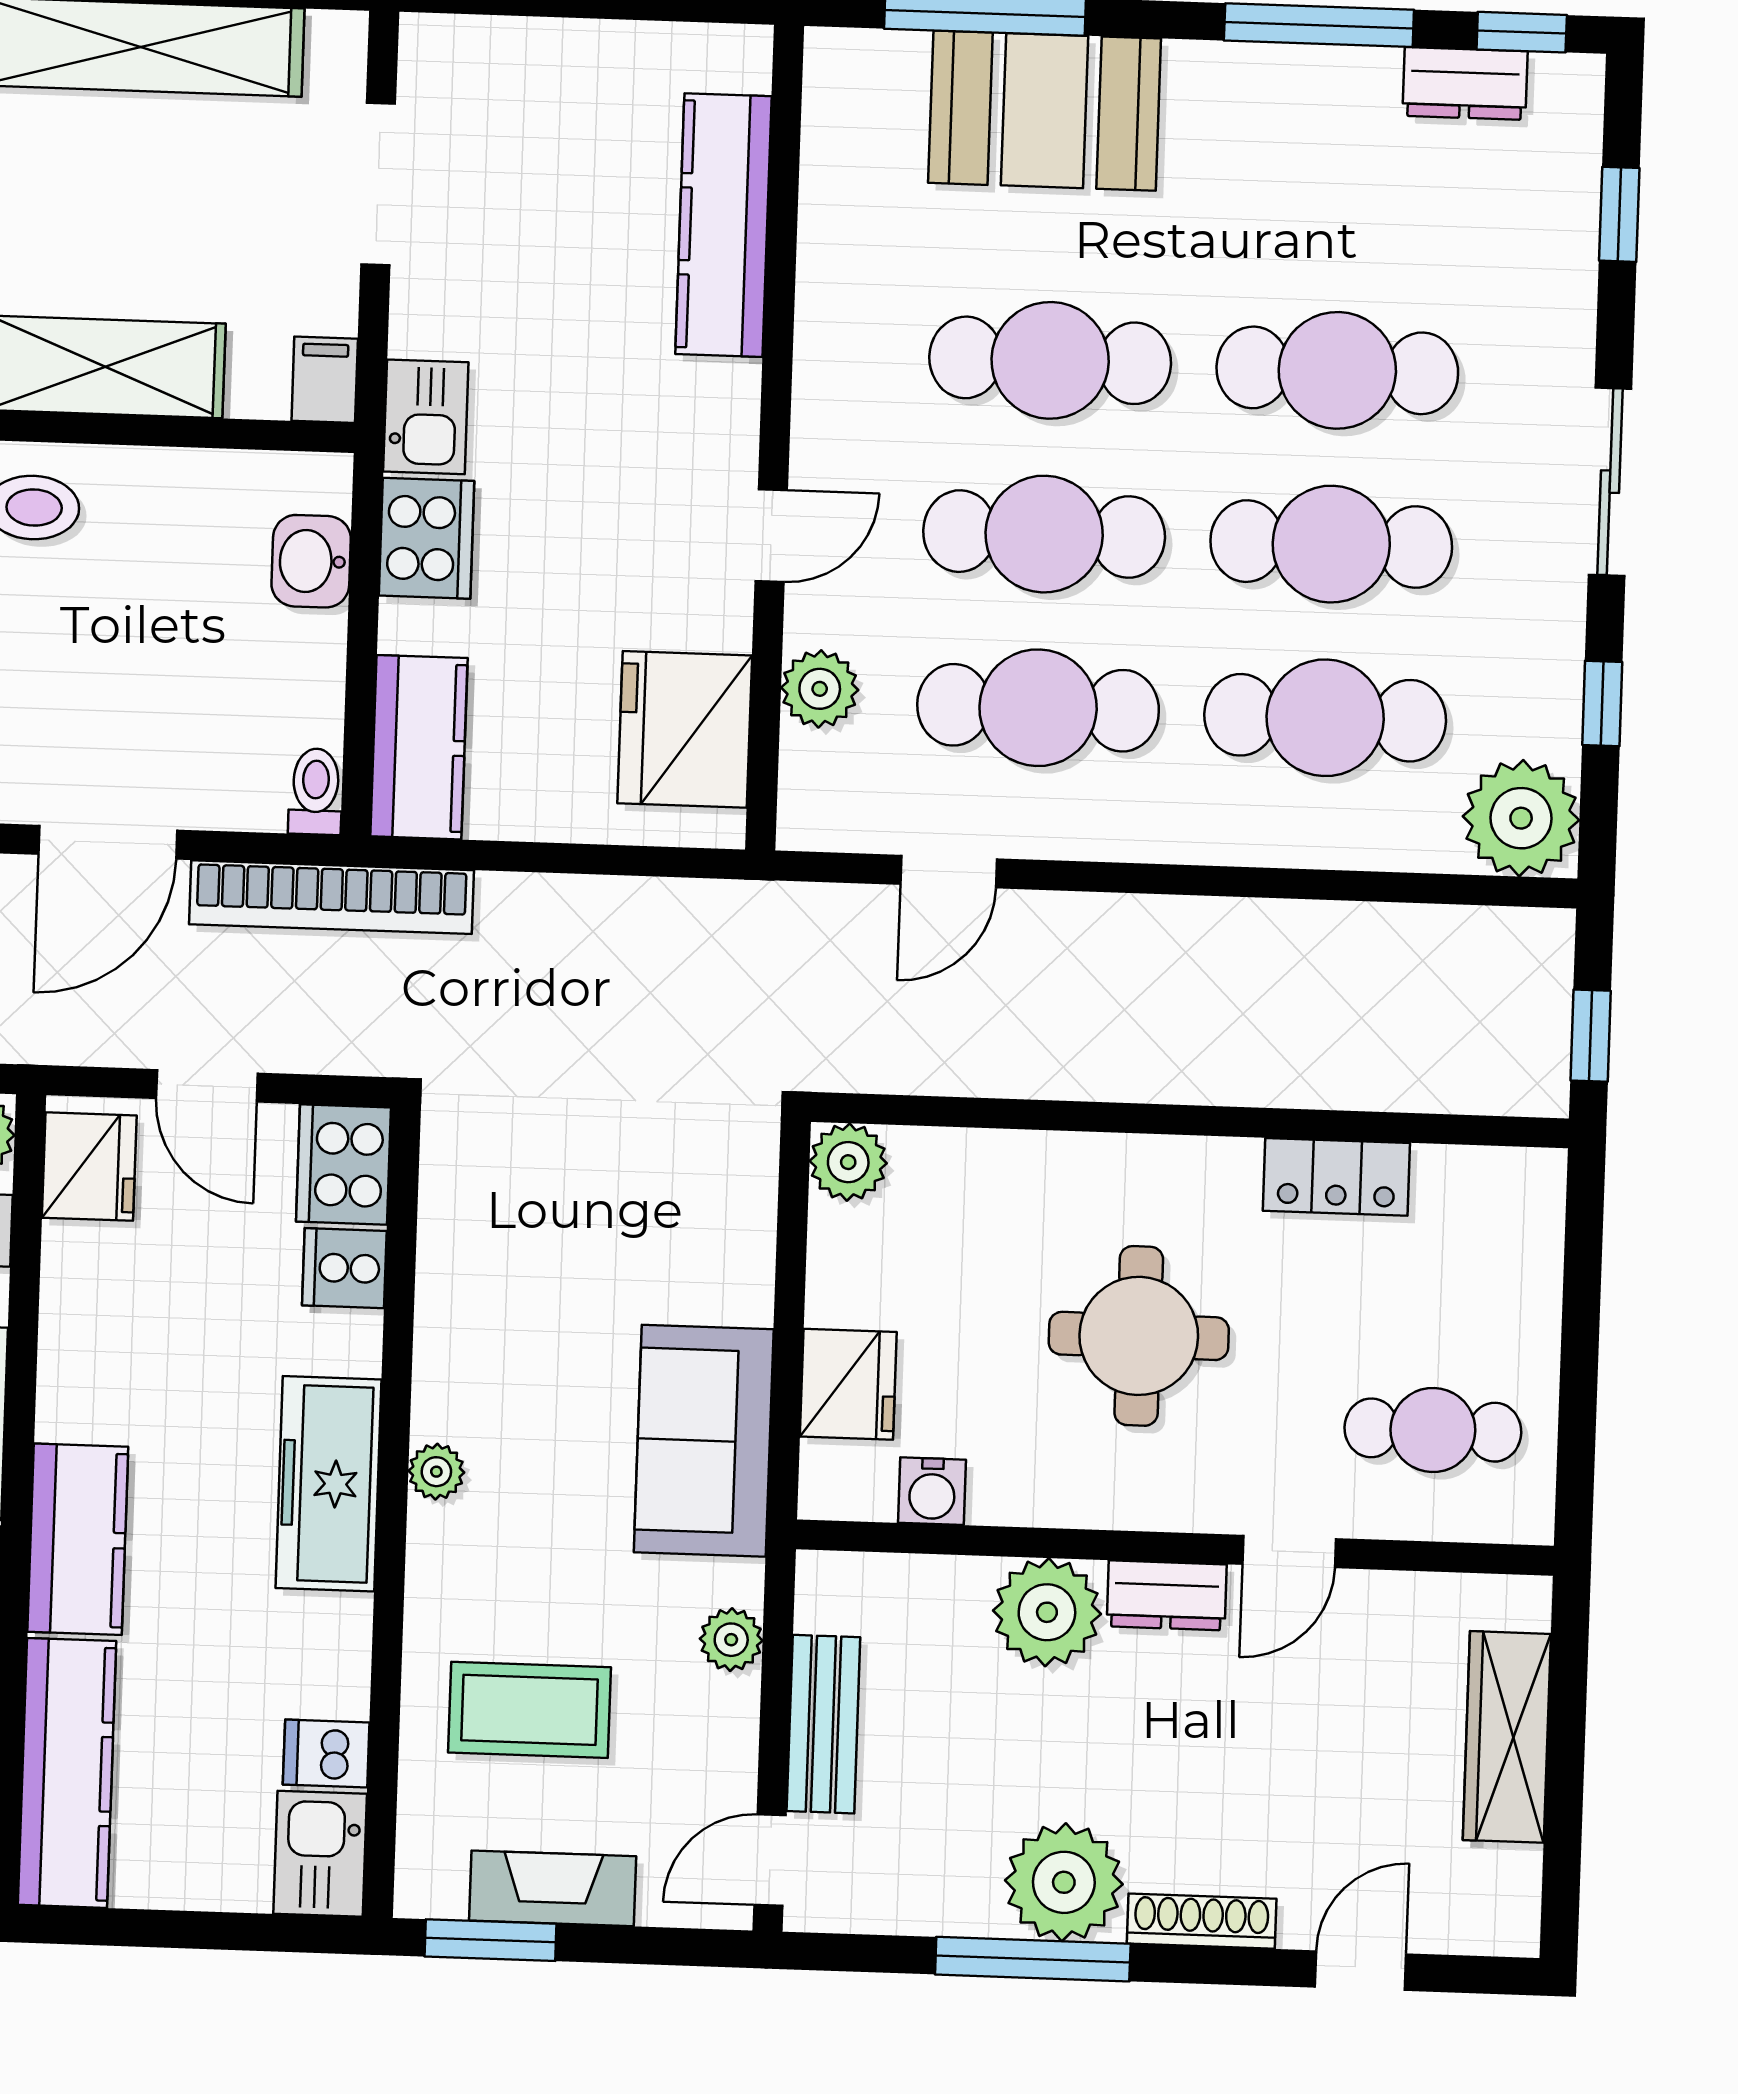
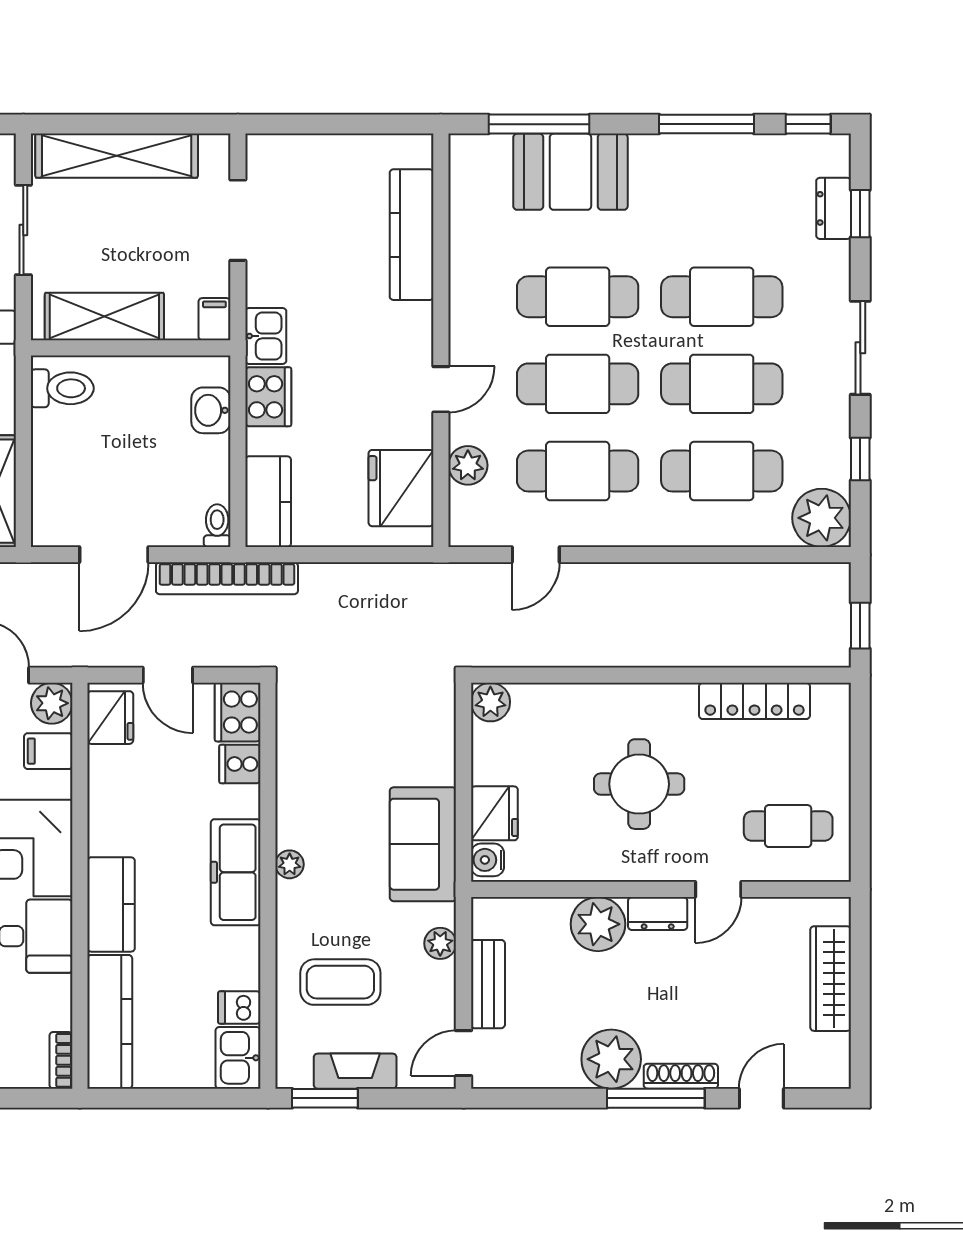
dresser: (1465, 84) -> (834, 208), moved, turned 90
locker: (1336, 1177) -> (754, 701), width x1.53
water cooler: (932, 1491) -> (487, 860), moved, turned 90
window: (1033, 1959) -> (656, 1098), moved

